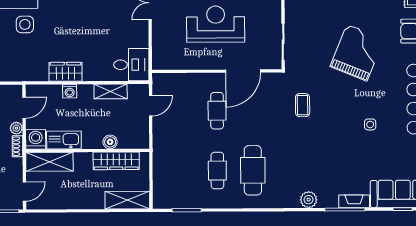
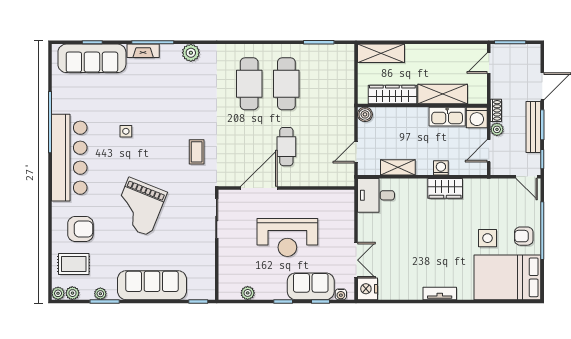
boiler: (110, 142) -> (365, 114), moved
shelving: (49, 162) -> (443, 94), moved
cafe table: (217, 171) -> (286, 84), width x1.37, depth x1.35

